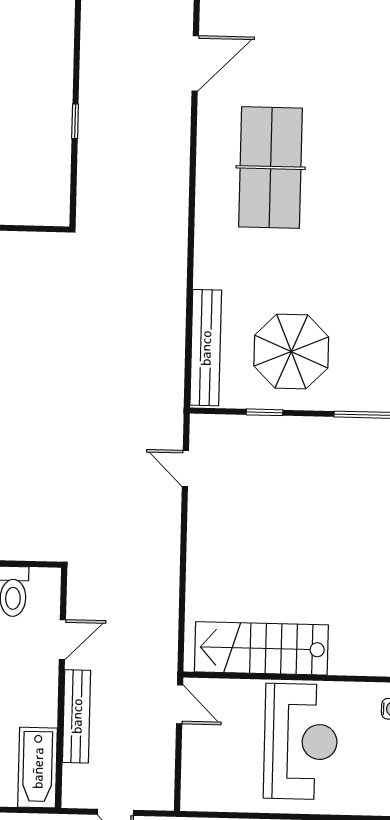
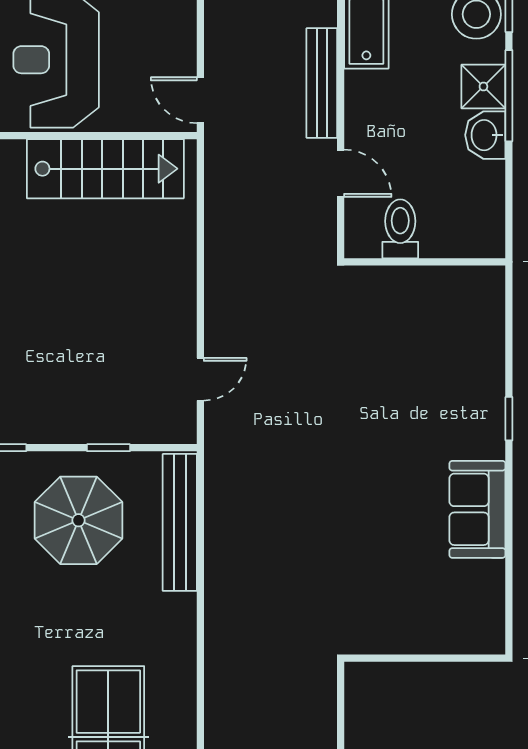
door: (185, 468) -> (200, 379), hinge flipped
door: (62, 640) -> (341, 173), swing flipped

